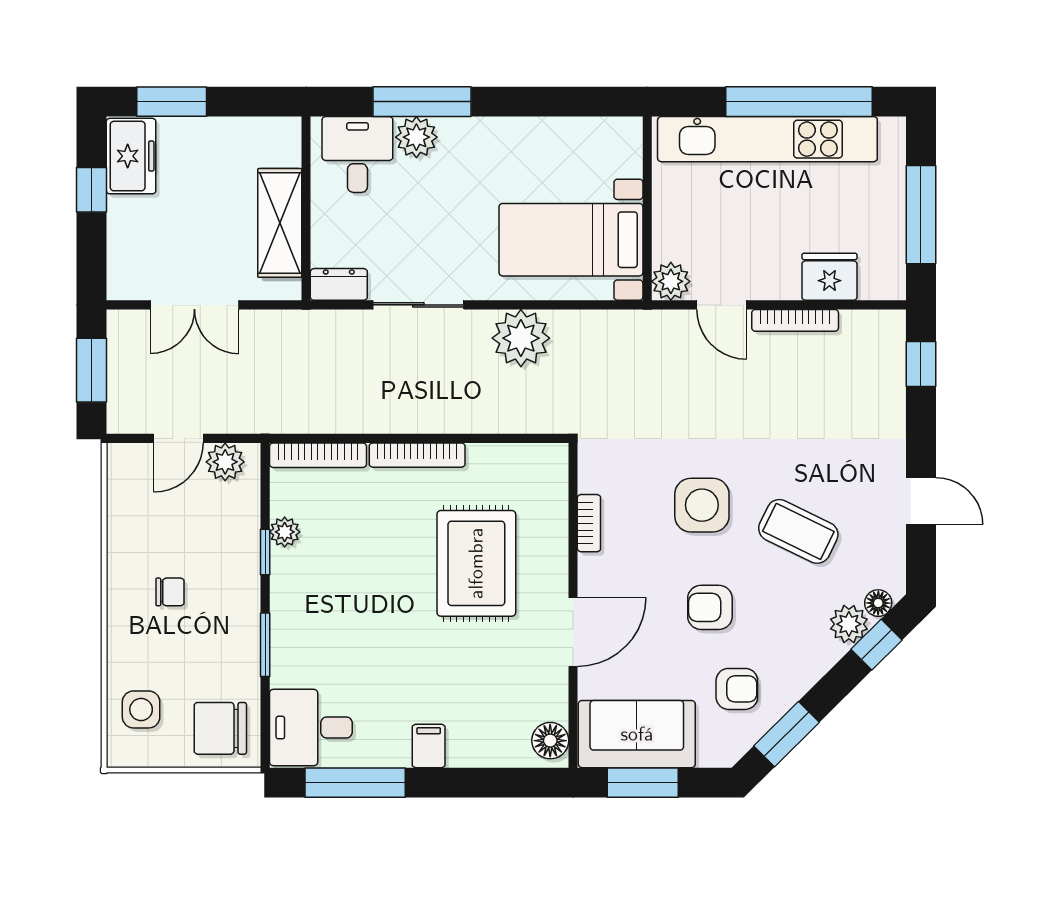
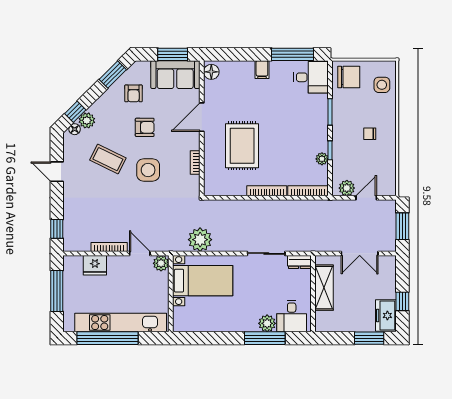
double door: (194, 305) -> (360, 253), swing flipped
plant: (521, 338) -> (200, 240), moved
armchair: (737, 689) -> (134, 93), turned -90

